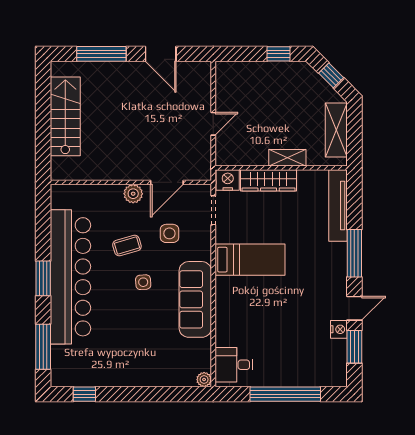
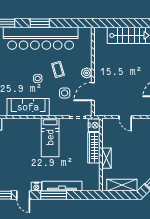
door: (167, 182) -> (93, 92), hinge flipped
tv unit: (338, 206) -> (62, 186), moved
nightstand: (339, 329) -> (36, 187), moved

